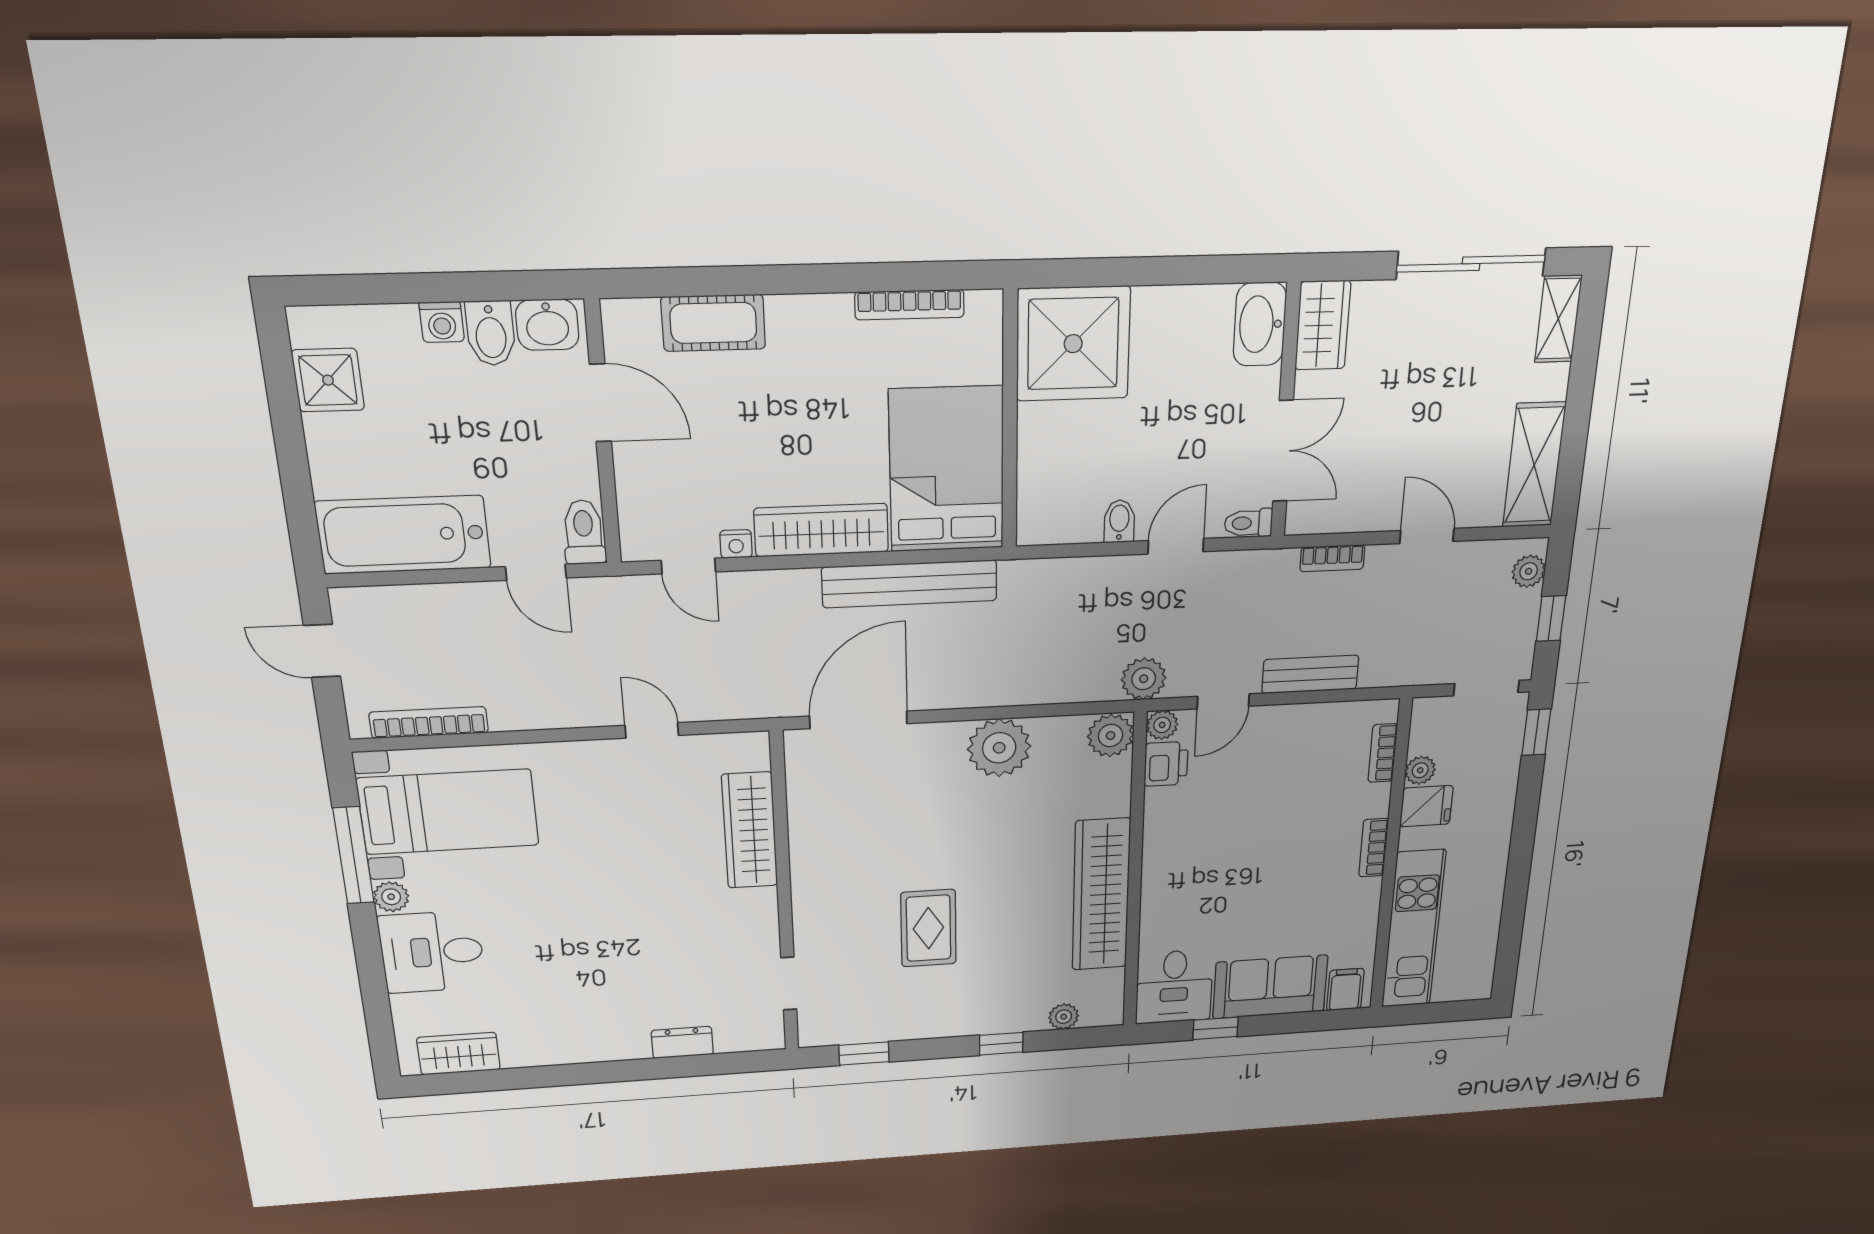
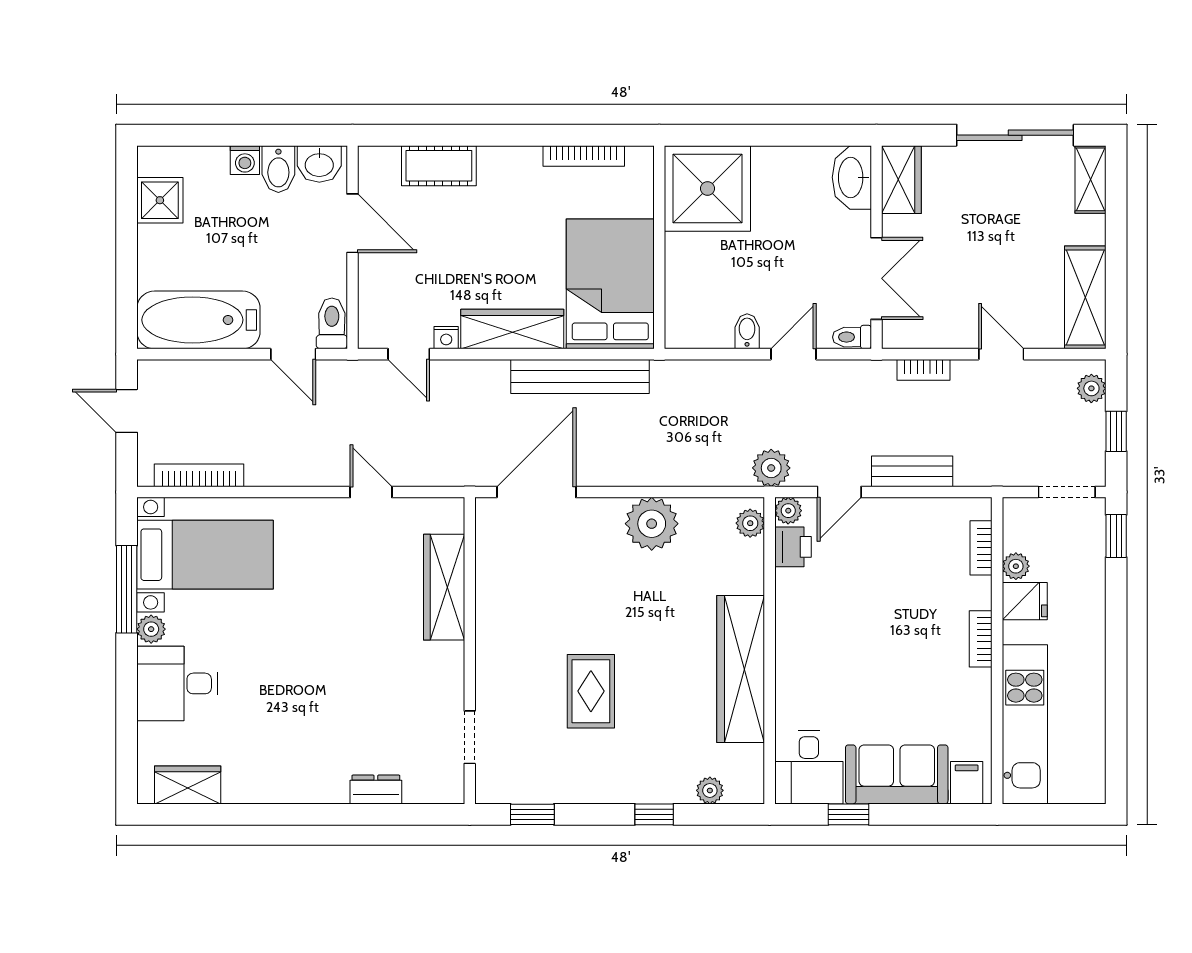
plant: (1111, 736) -> (750, 523), width x0.73, depth x0.73

